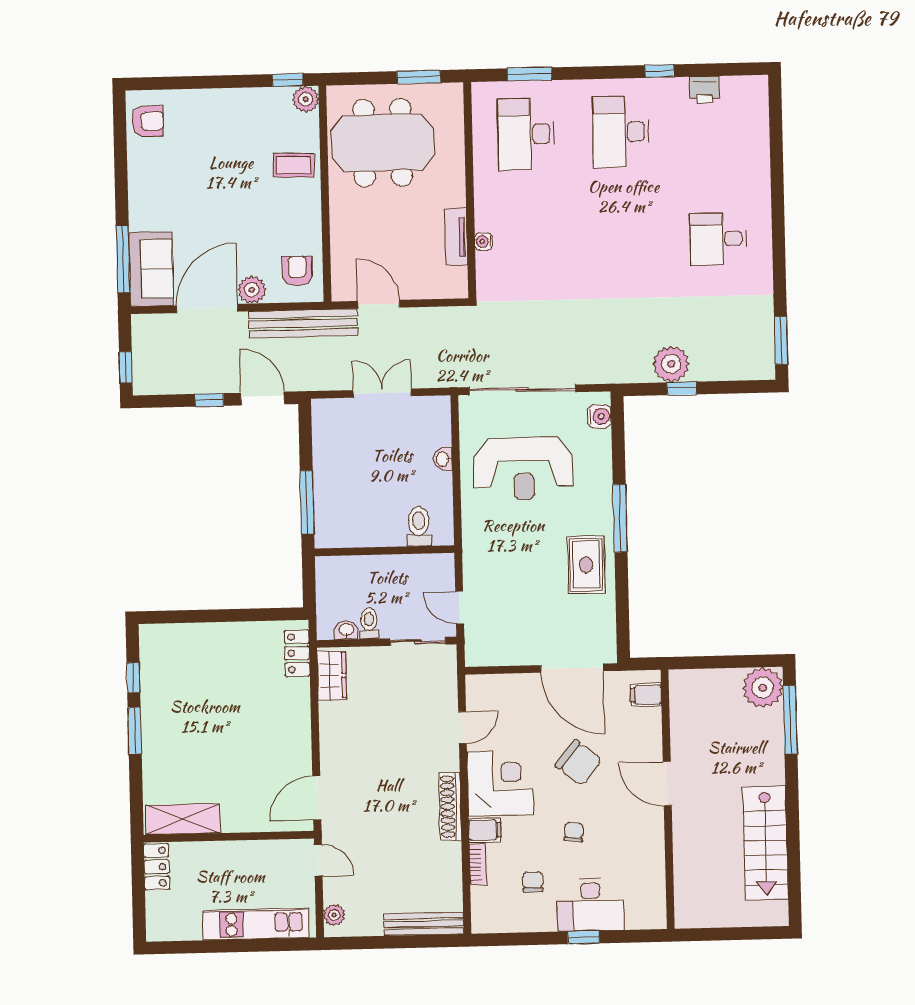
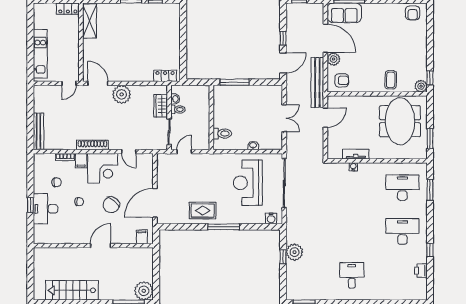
wardrobe: (332, 675) -> (161, 106), moved, turned 90
plant: (334, 915) -> (122, 94), moved, width x1.88, depth x1.88

